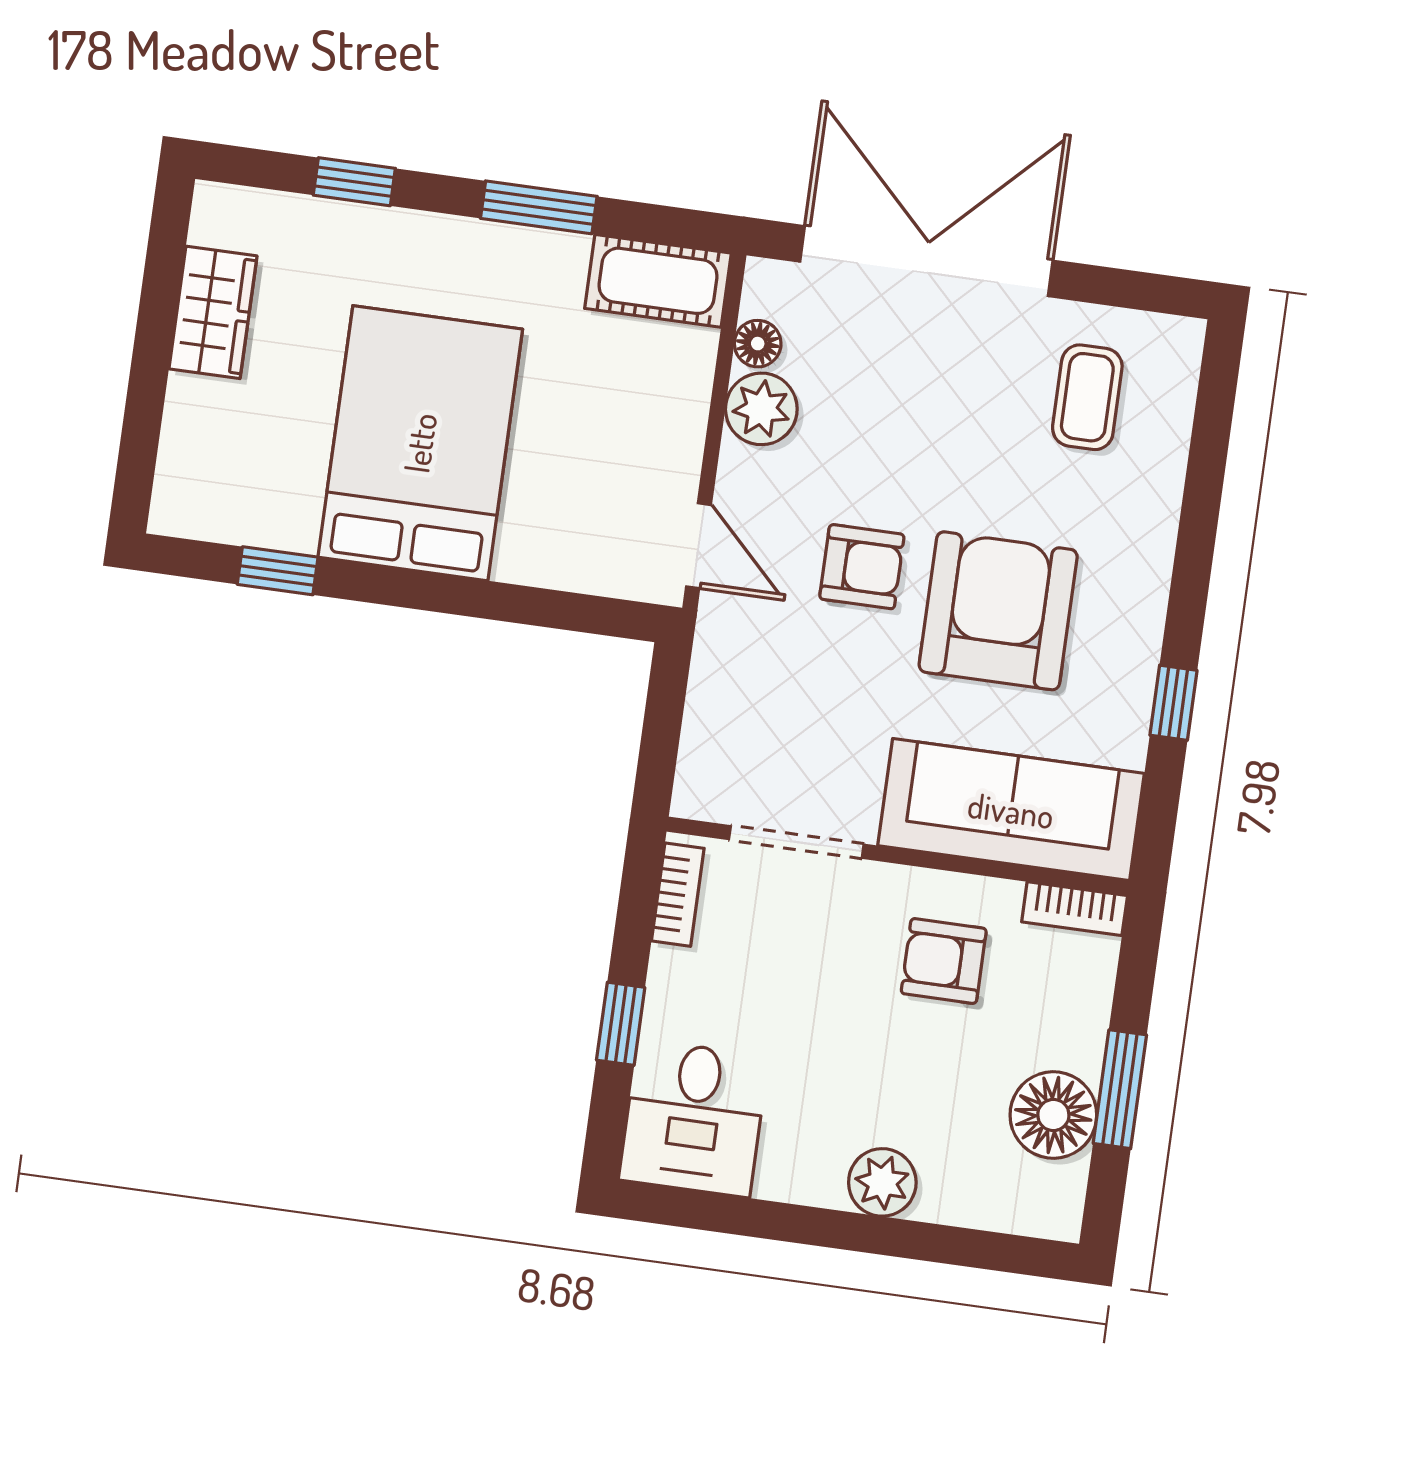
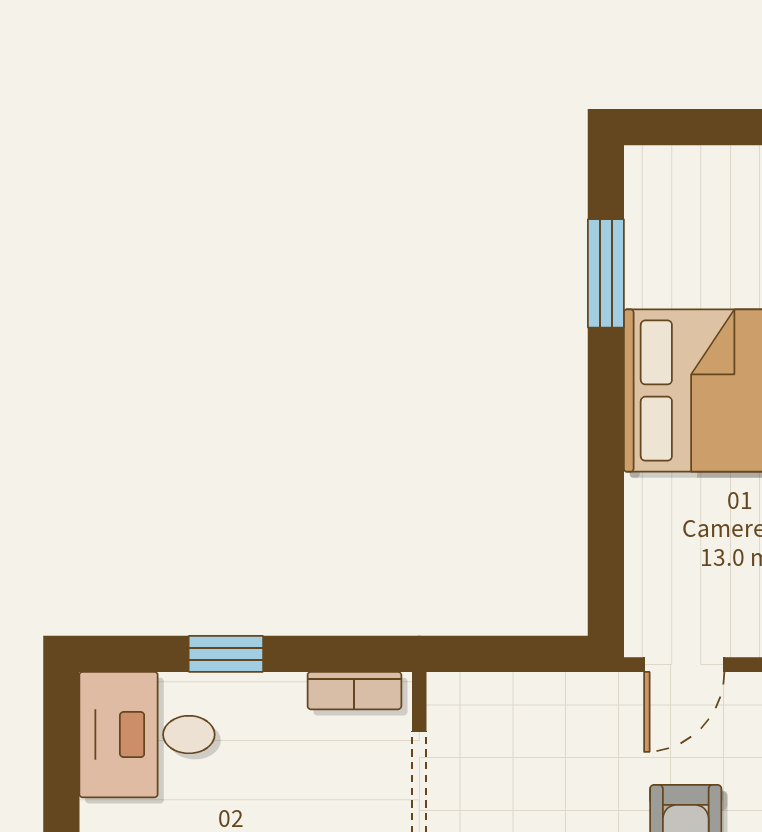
window: (278, 571) -> (606, 273), width x1.50

